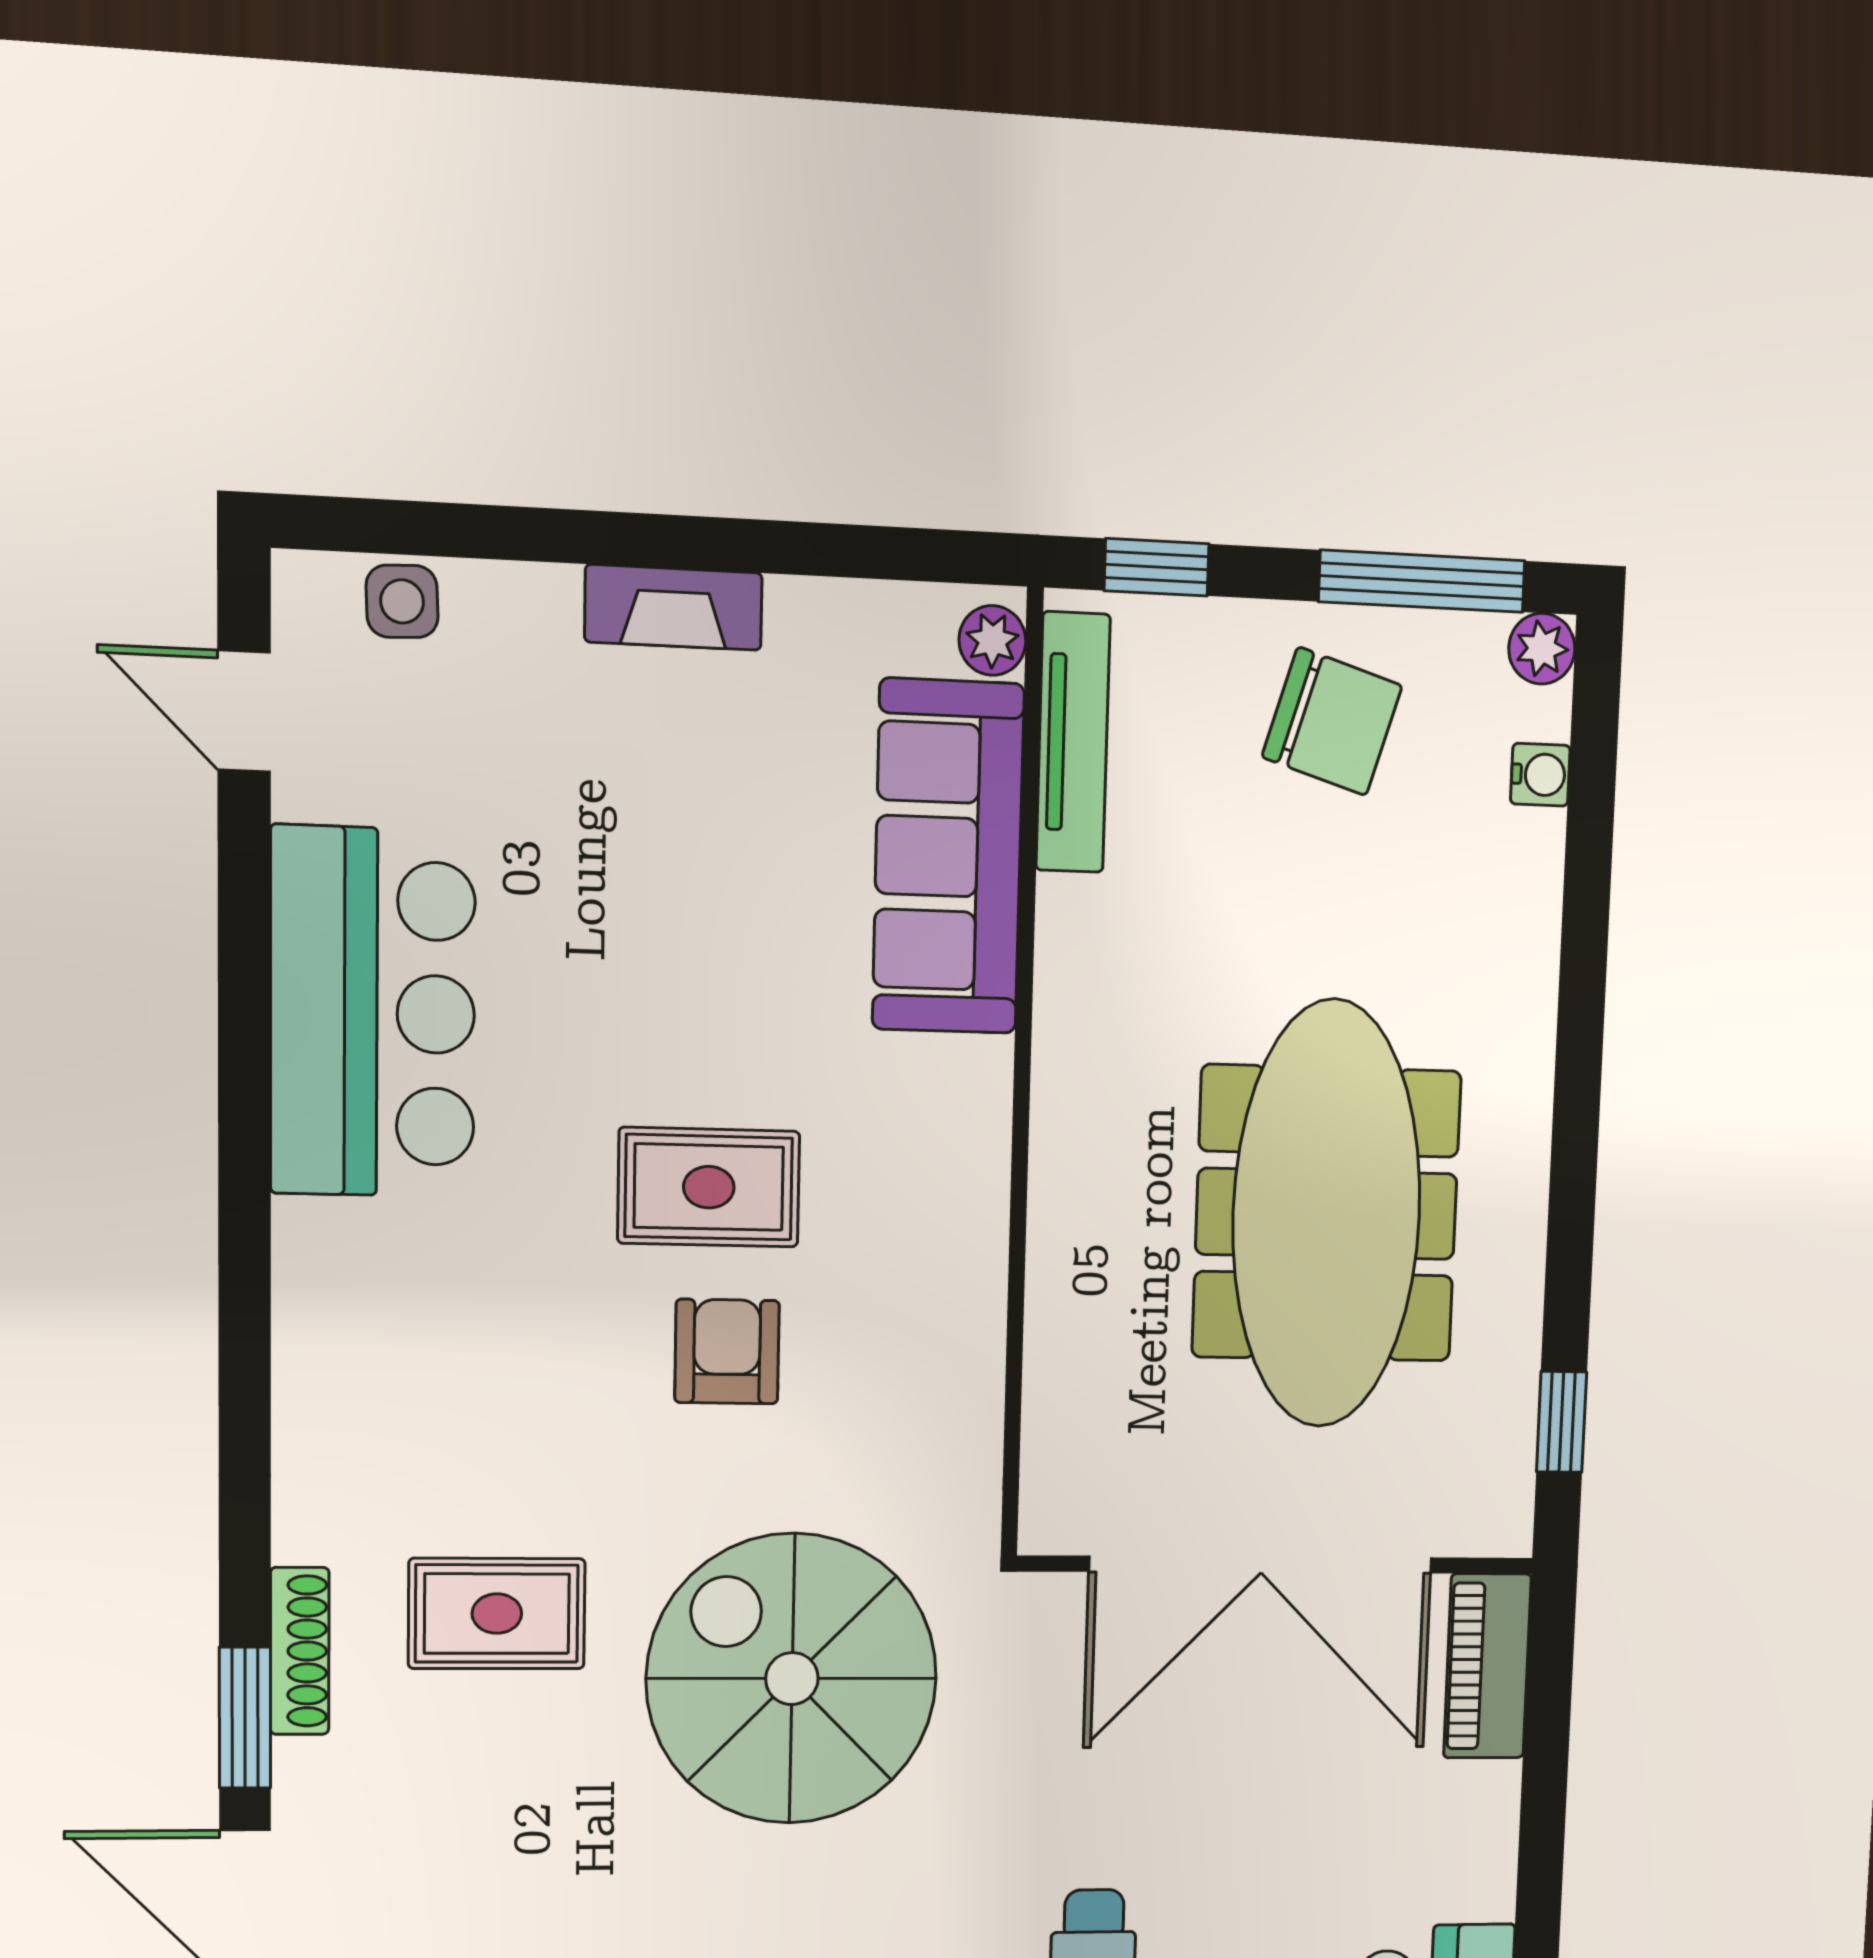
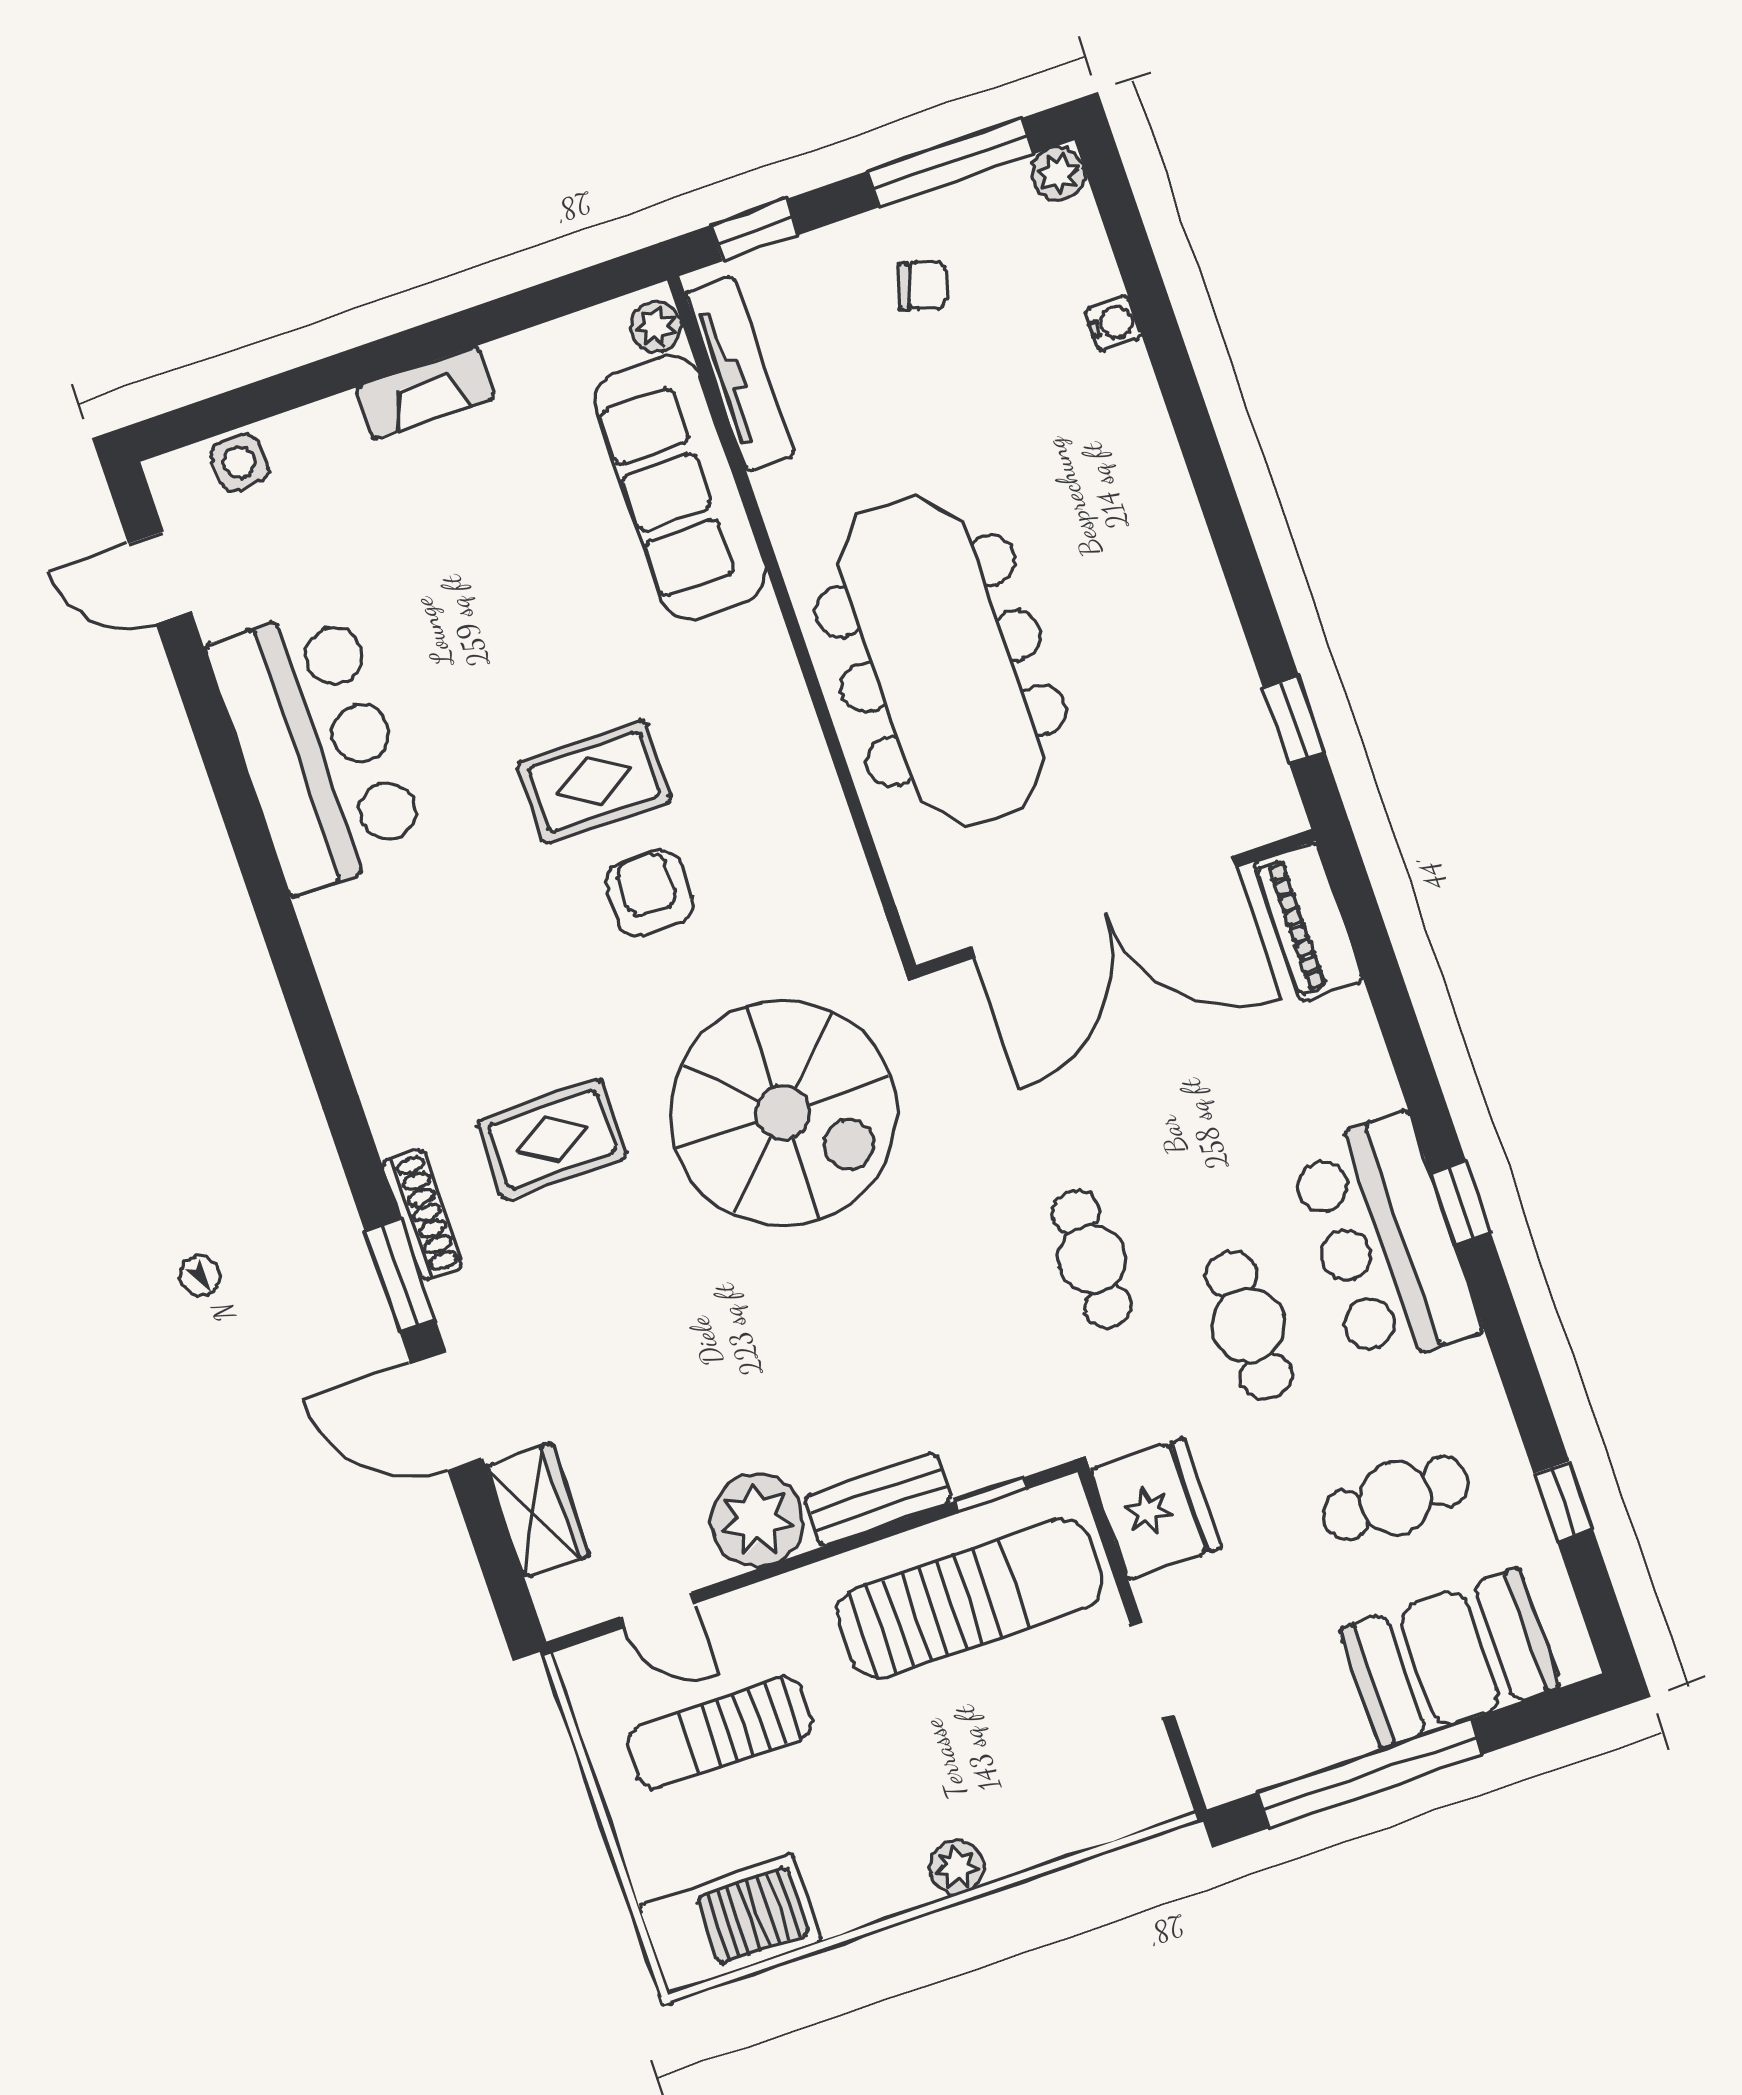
chair: (1332, 721) -> (923, 285), width x0.54, depth x0.54
water cooler: (1540, 775) -> (1113, 323), moved
meeting table: (1327, 1214) -> (941, 661), moved
spiral stairs: (792, 1679) -> (783, 1113), turned 180

